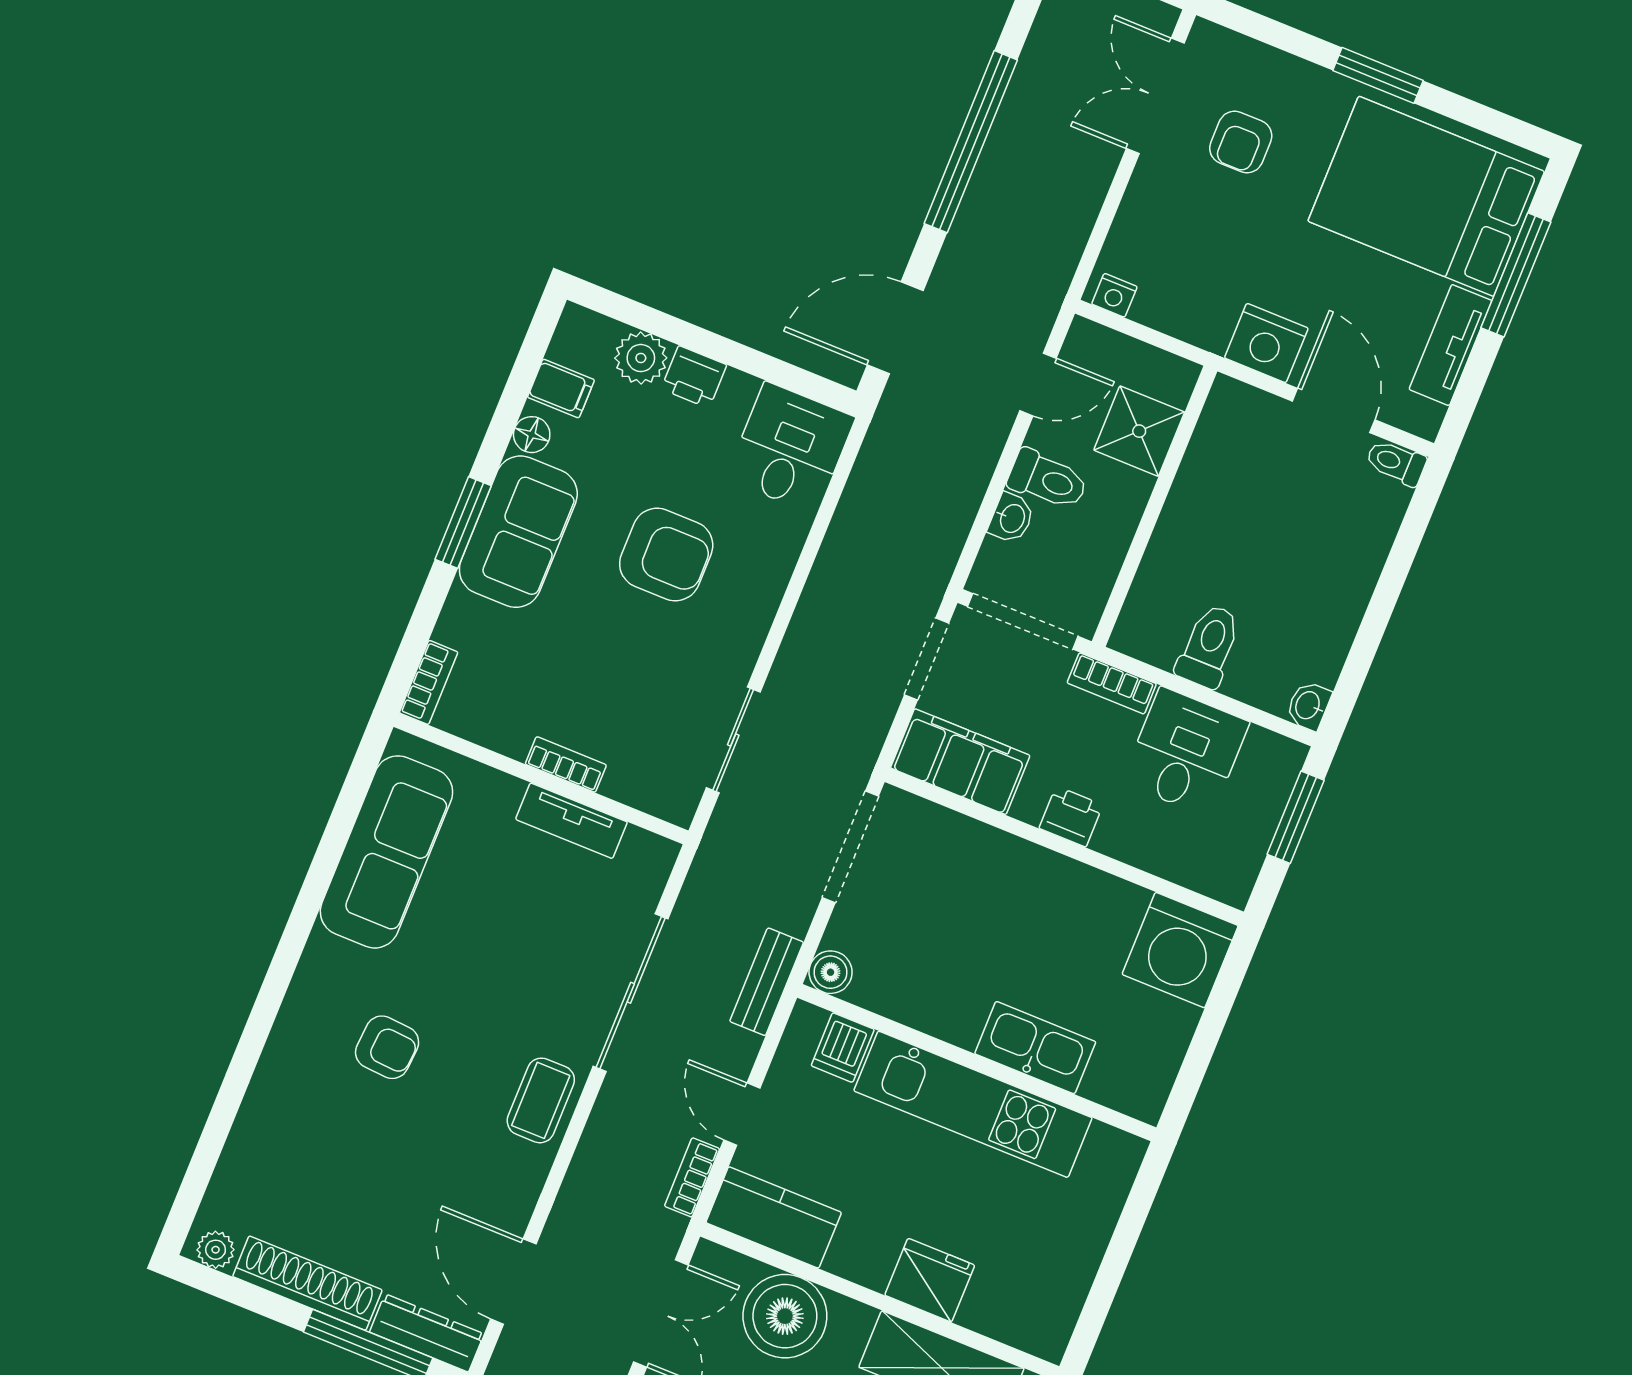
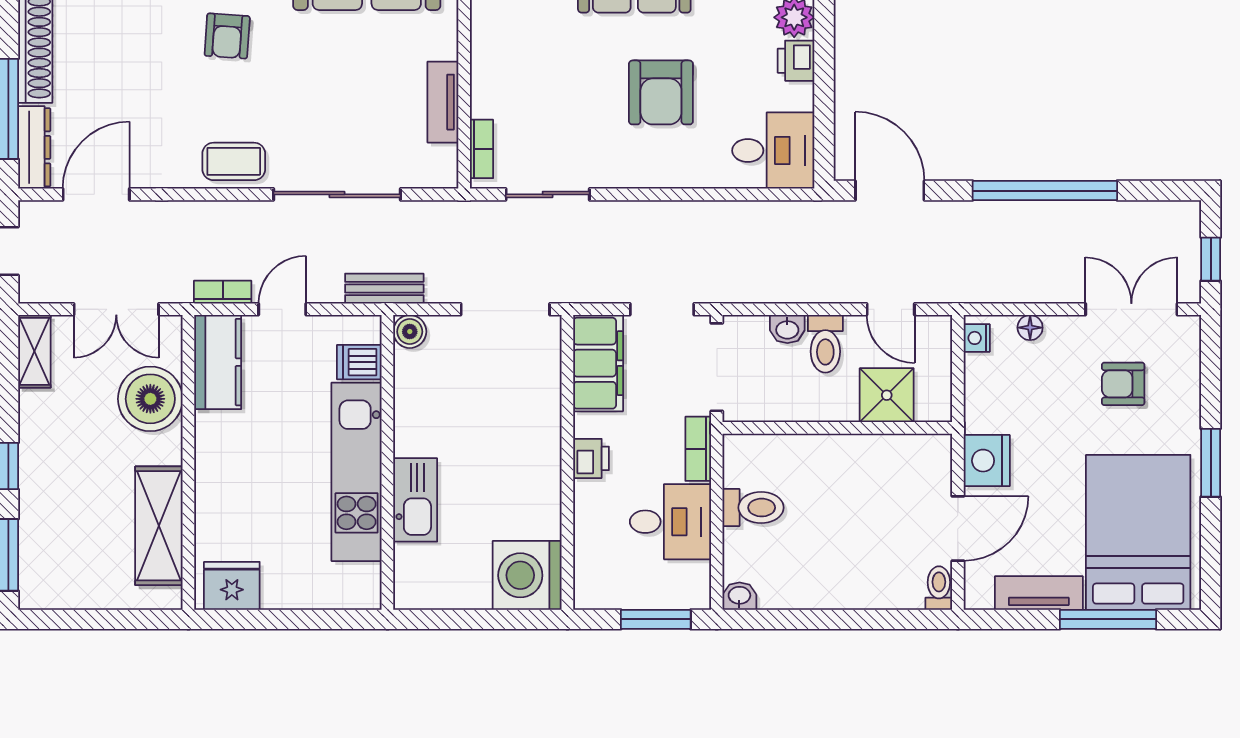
floor lamp: (1128, 226) -> (1030, 328), added
bookcase: (566, 764) -> (481, 149), moved
fridge: (930, 1280) -> (232, 586), moved, turned -90

